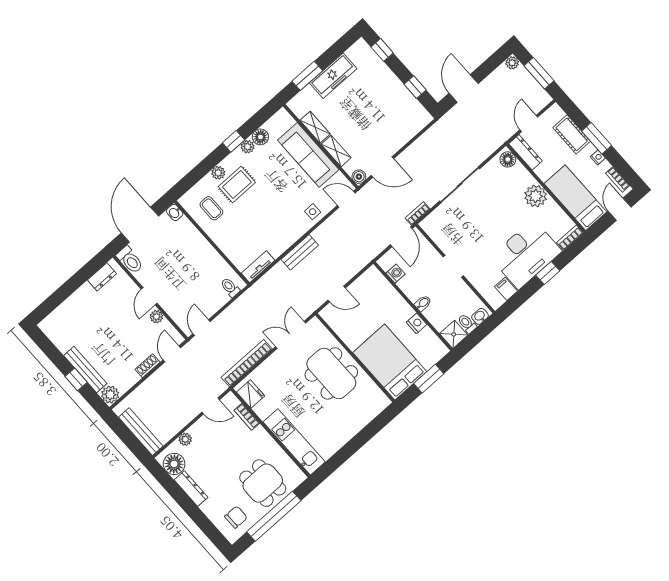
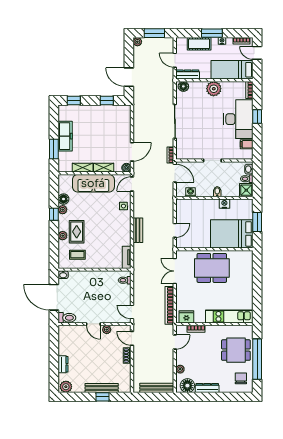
dresser: (102, 277) -> (63, 364), moved
plant: (110, 395) -> (66, 387), moved

